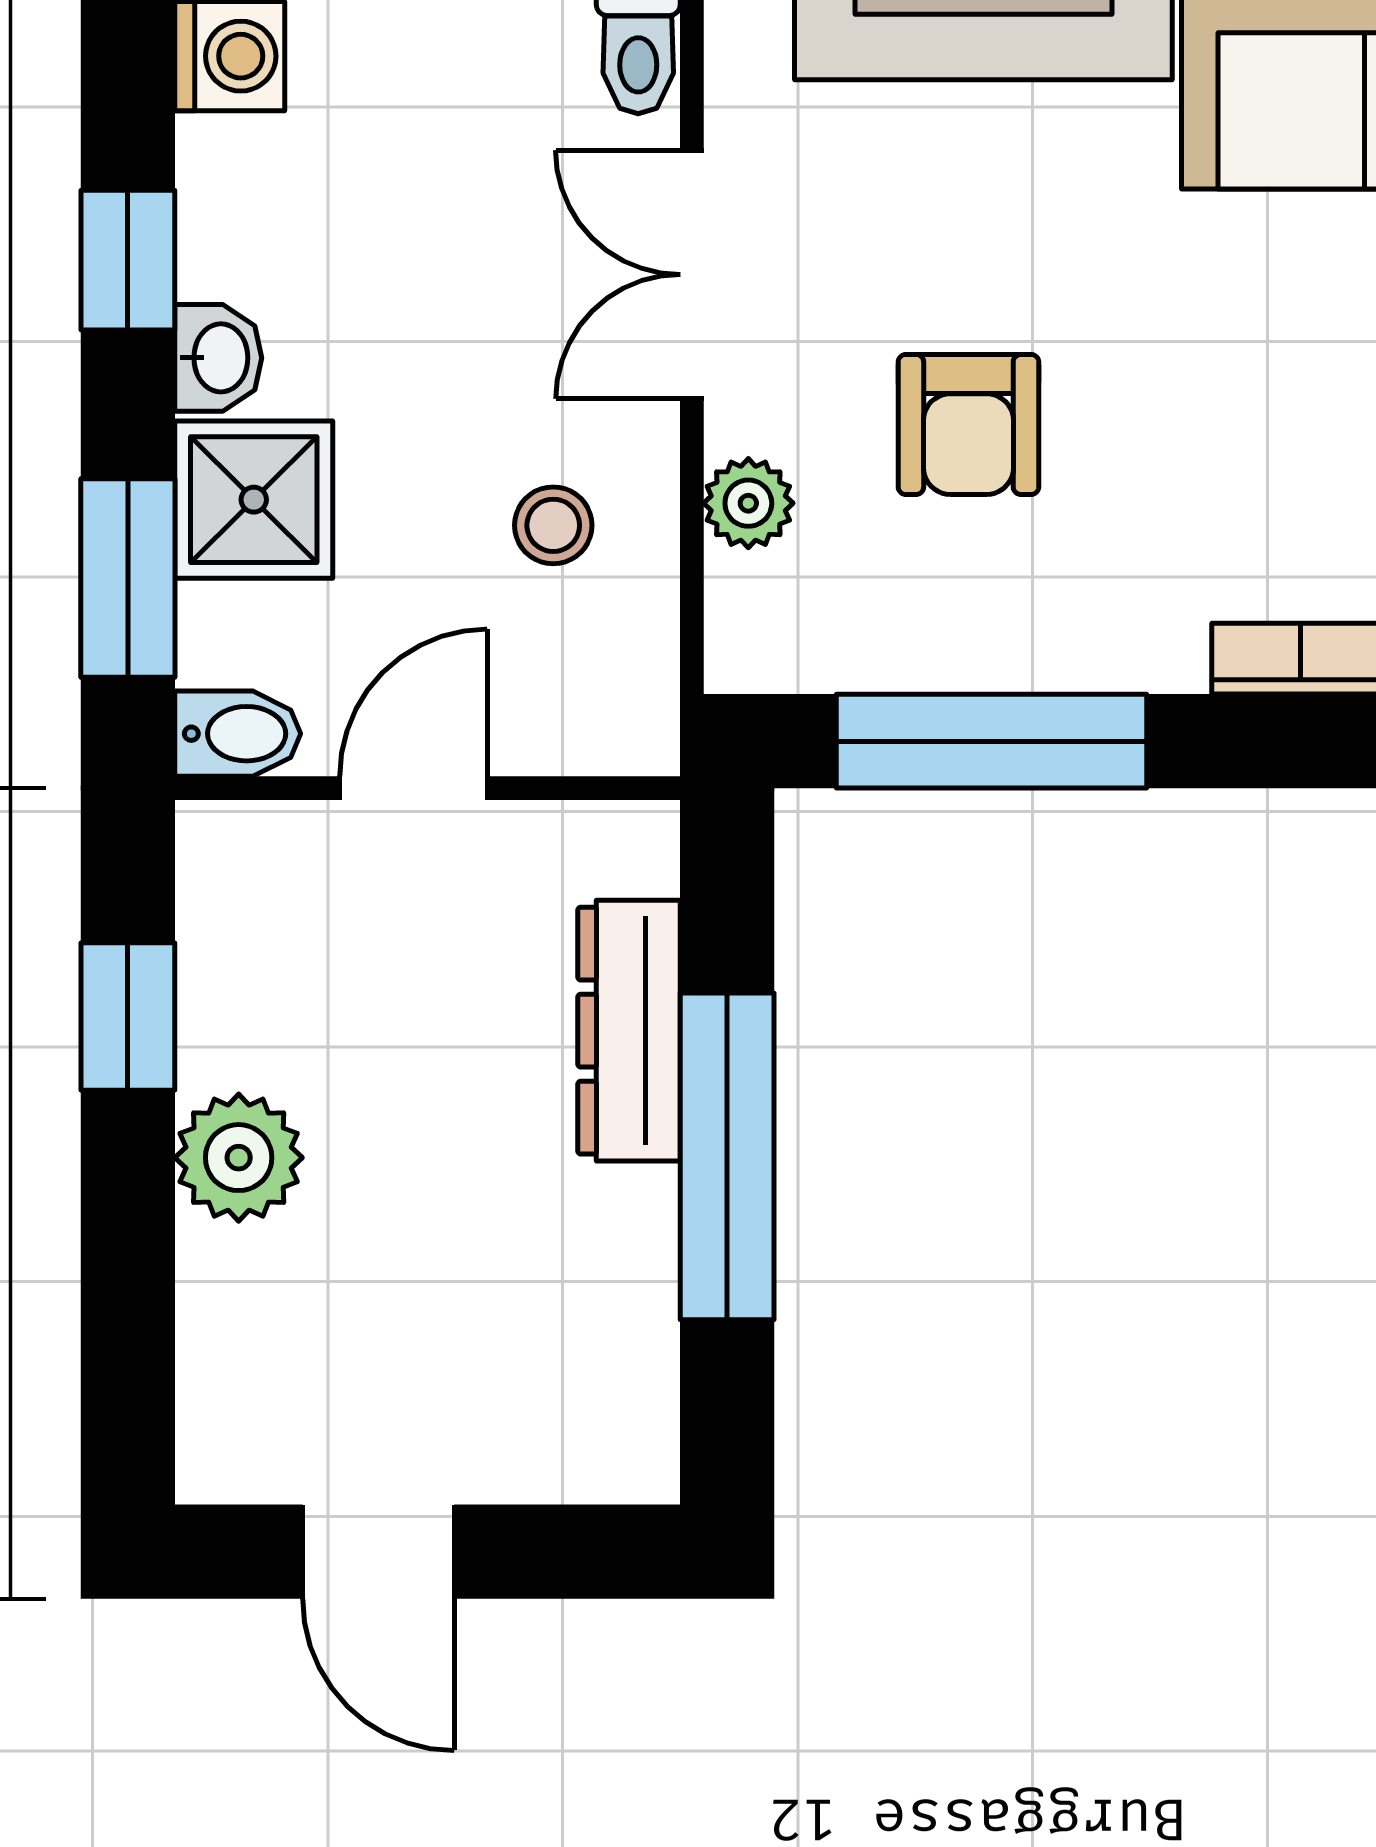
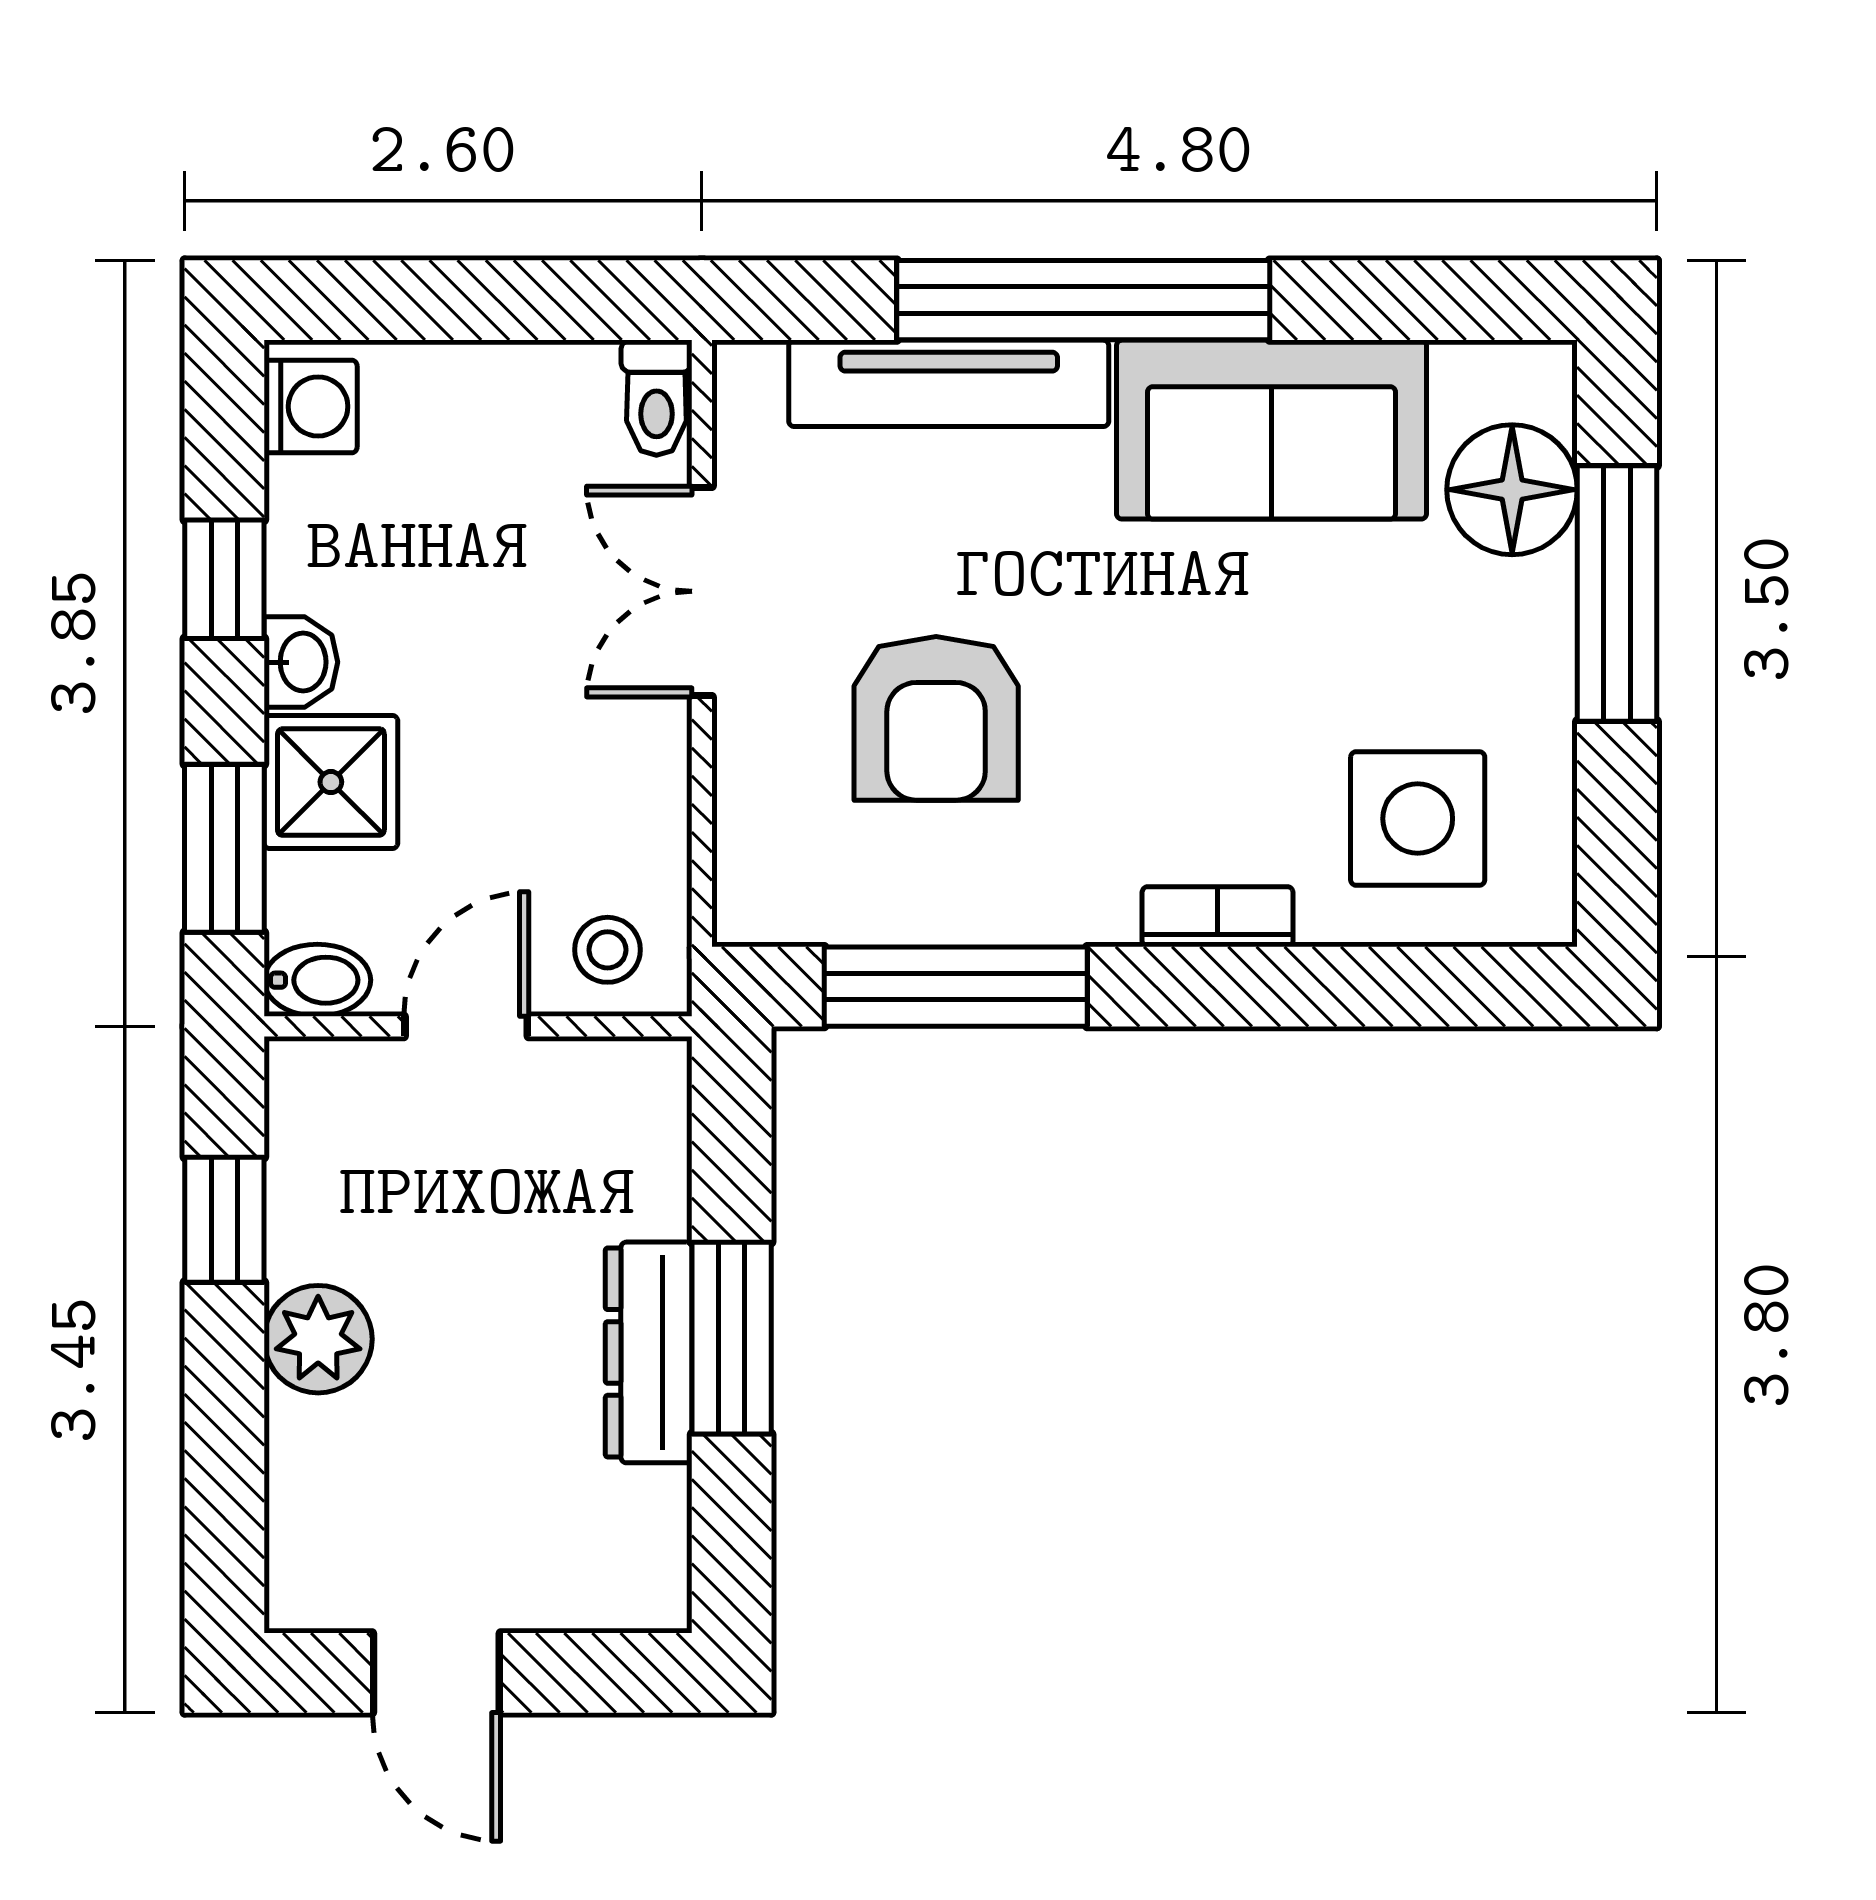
armchair: (968, 424) -> (936, 718), width x1.38, depth x1.38
plant: (748, 503) -> (750, 785), removed
stool: (553, 525) -> (608, 950), moved
dresser: (629, 1031) -> (649, 1352), moved
window: (727, 1156) -> (732, 1338), width x0.69

